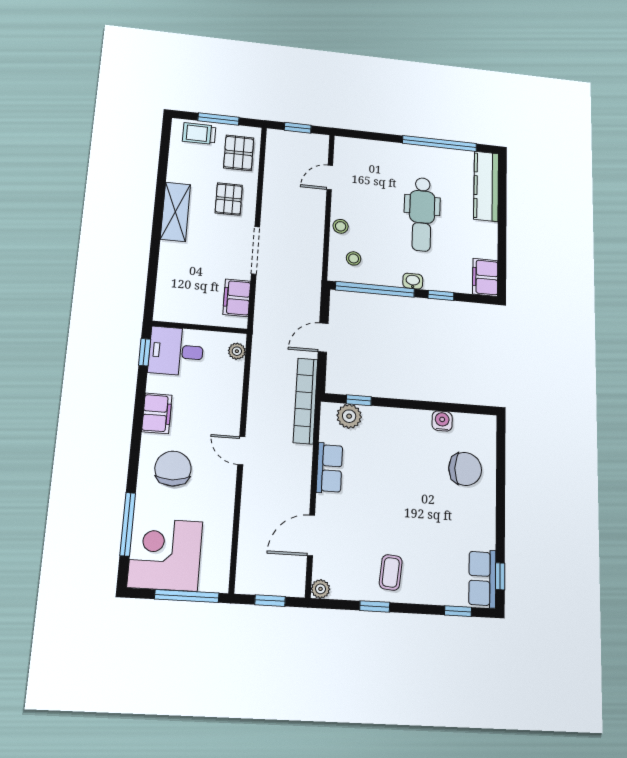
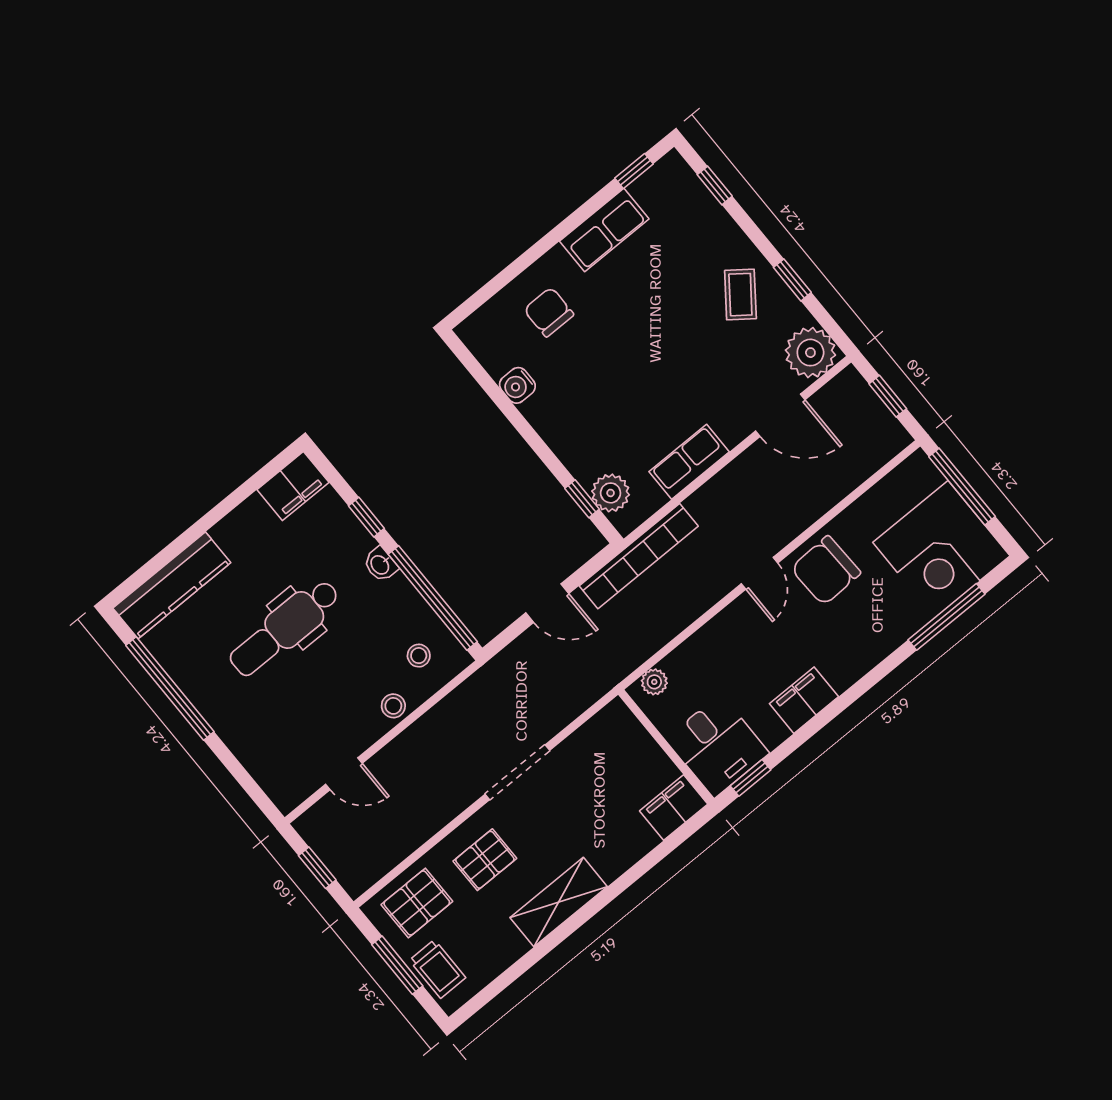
dental chair: (422, 214) -> (285, 628), turned 180
filing cabinet: (237, 298) -> (674, 808), moved, turned 180
chair: (173, 469) -> (826, 571), moved
chair: (465, 469) -> (549, 312), width x0.73, depth x0.73
coffee table: (391, 572) -> (740, 295), turned -58
row of seats: (482, 579) -> (604, 230), moved
plant: (320, 589) -> (810, 353), width x1.88, depth x1.88

